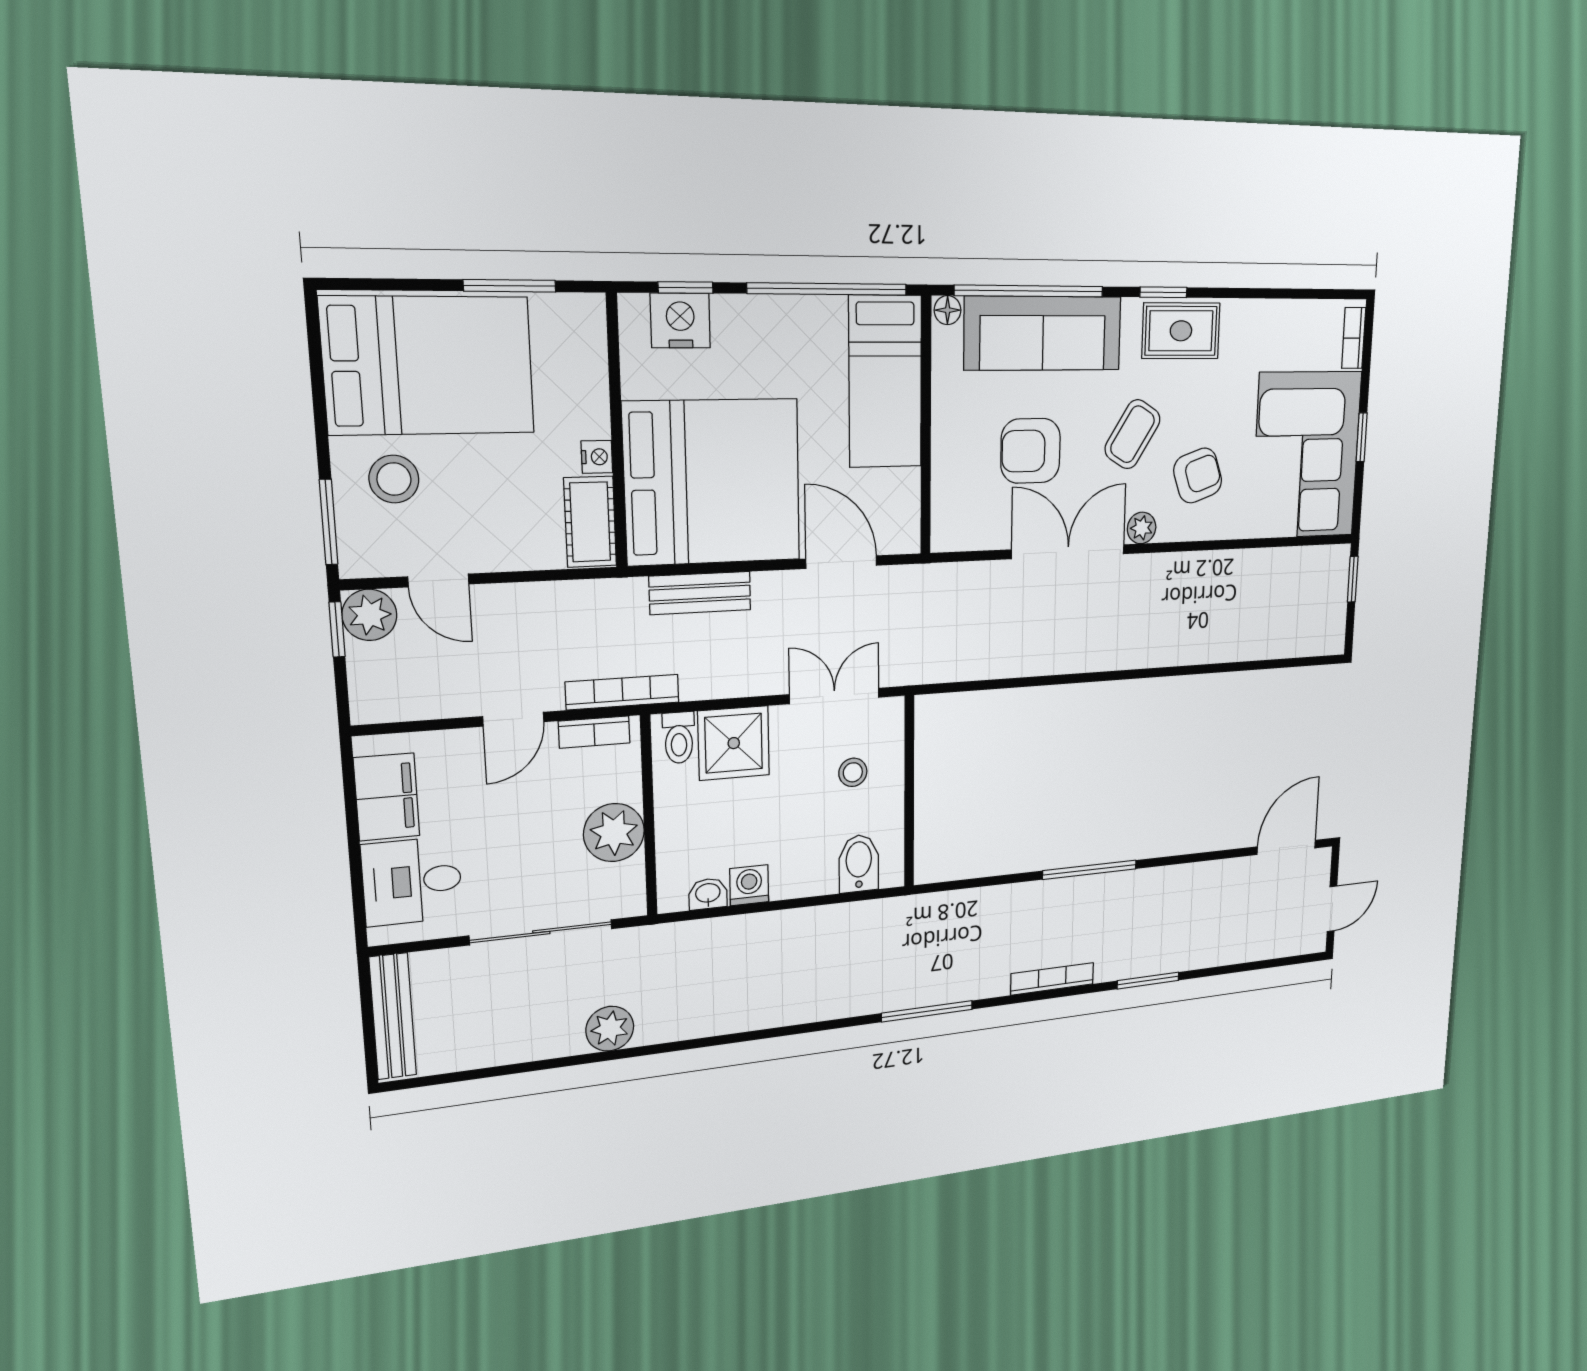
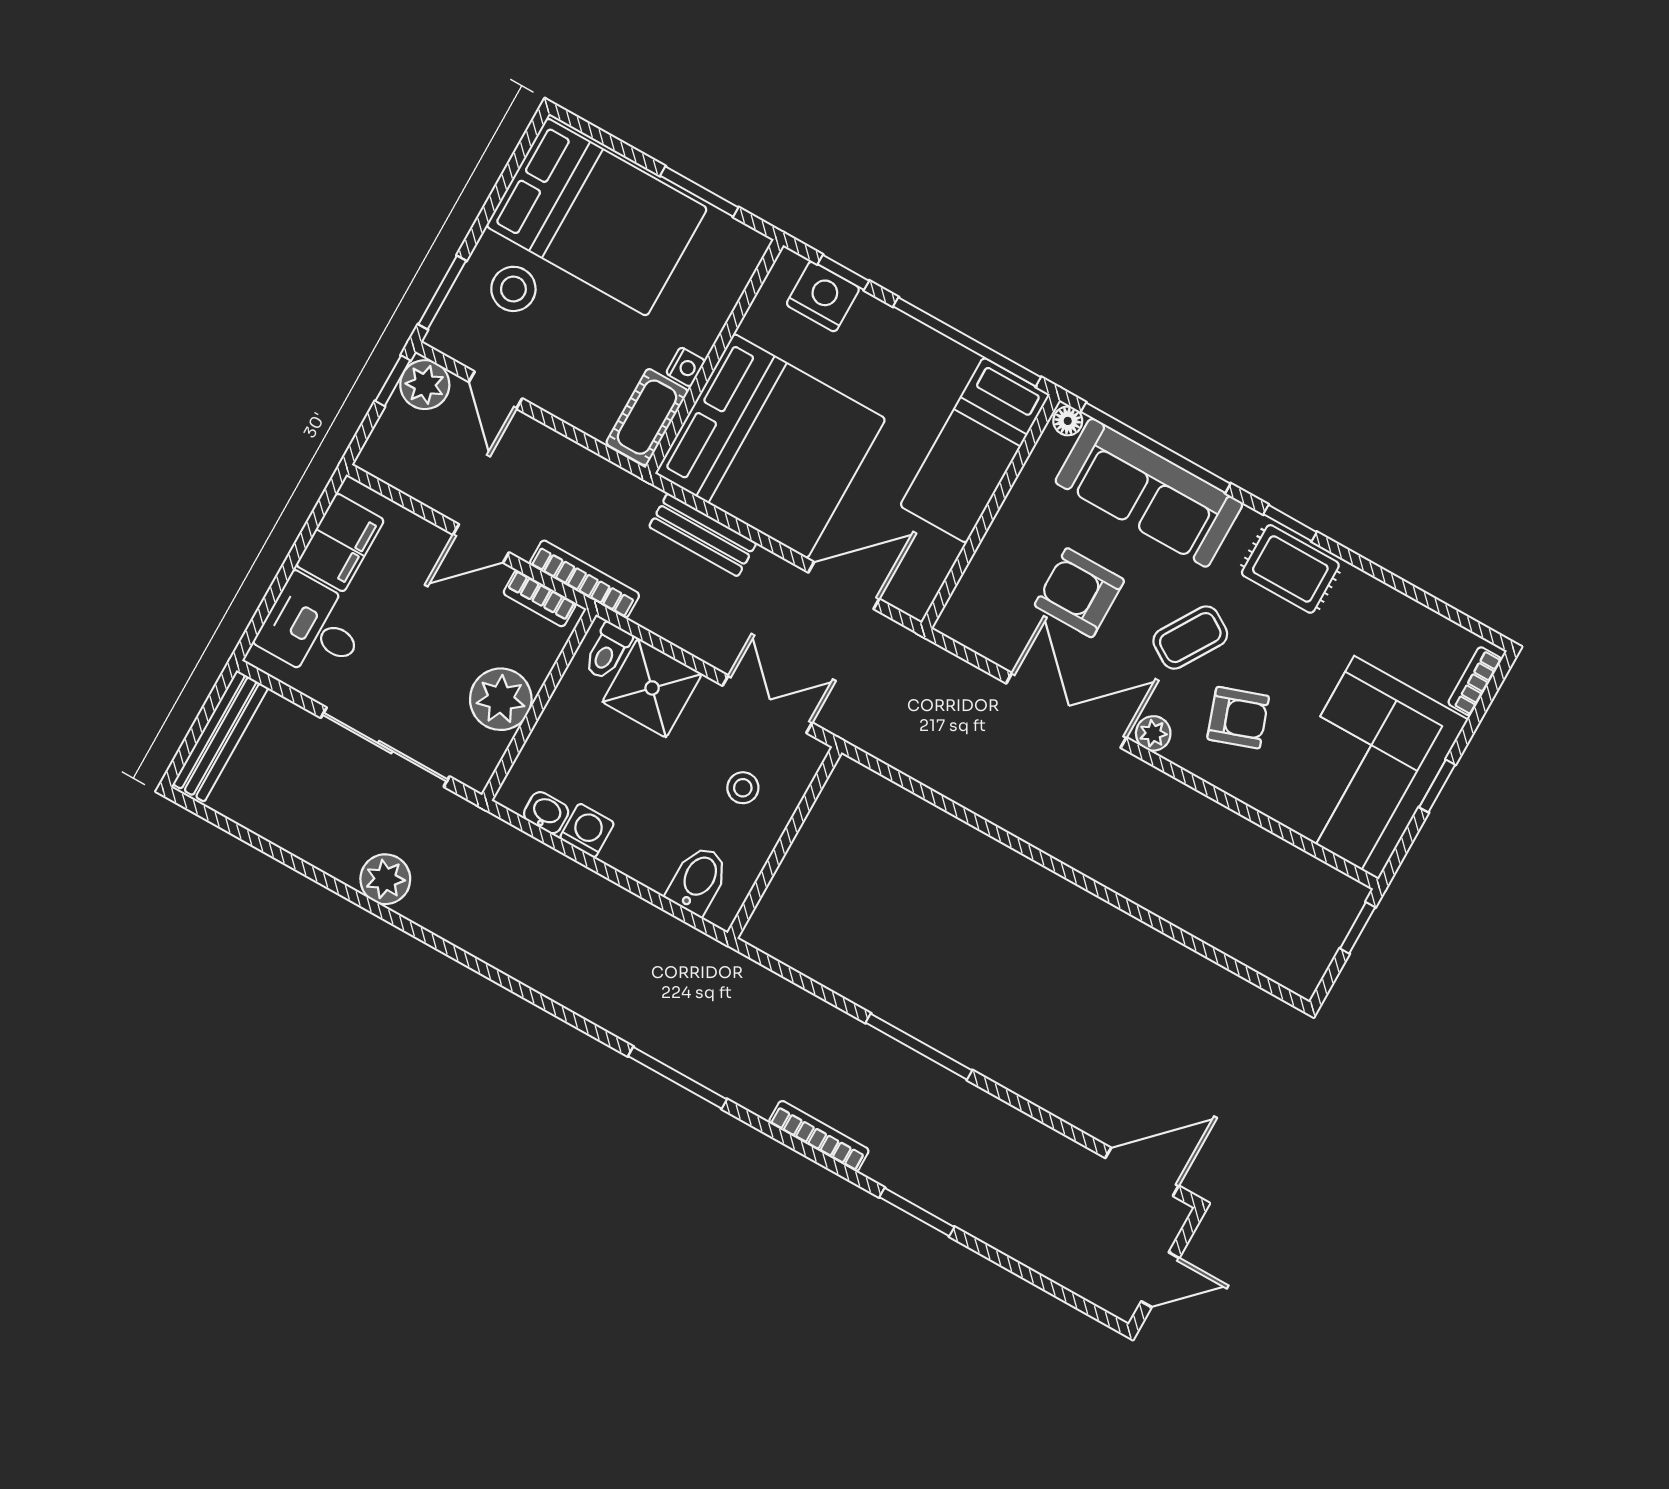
door: (841, 562) -> (844, 586), hinge flipped

